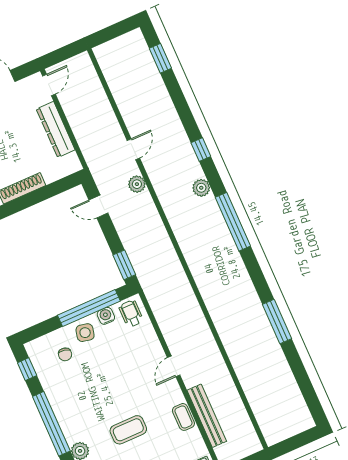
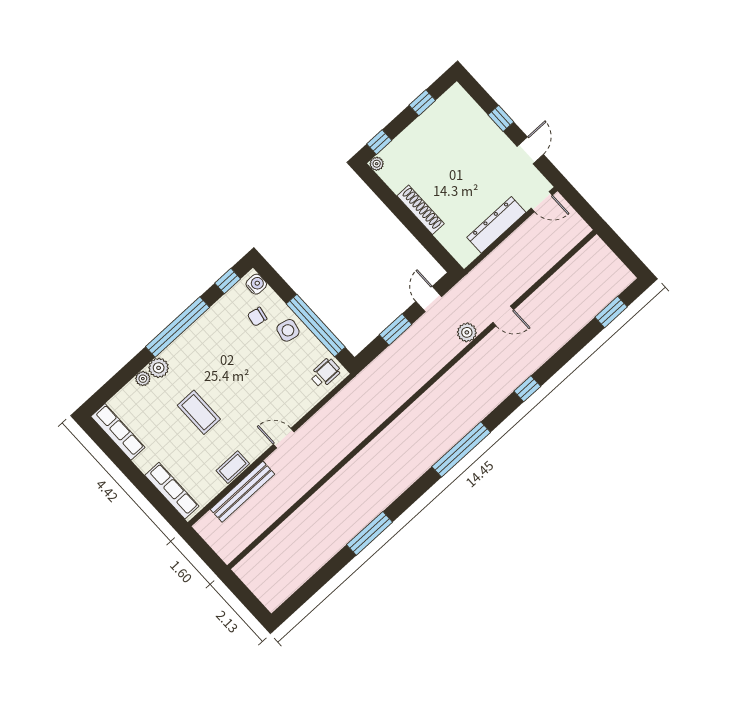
plant: (201, 188) -> (486, 403), removed
window: (124, 265) -> (396, 330), moved
water cooler: (106, 316) -> (256, 284), moved

